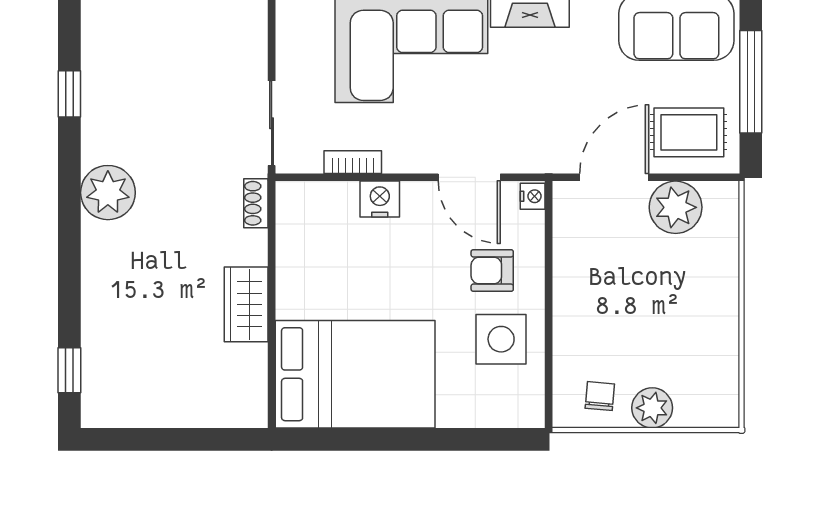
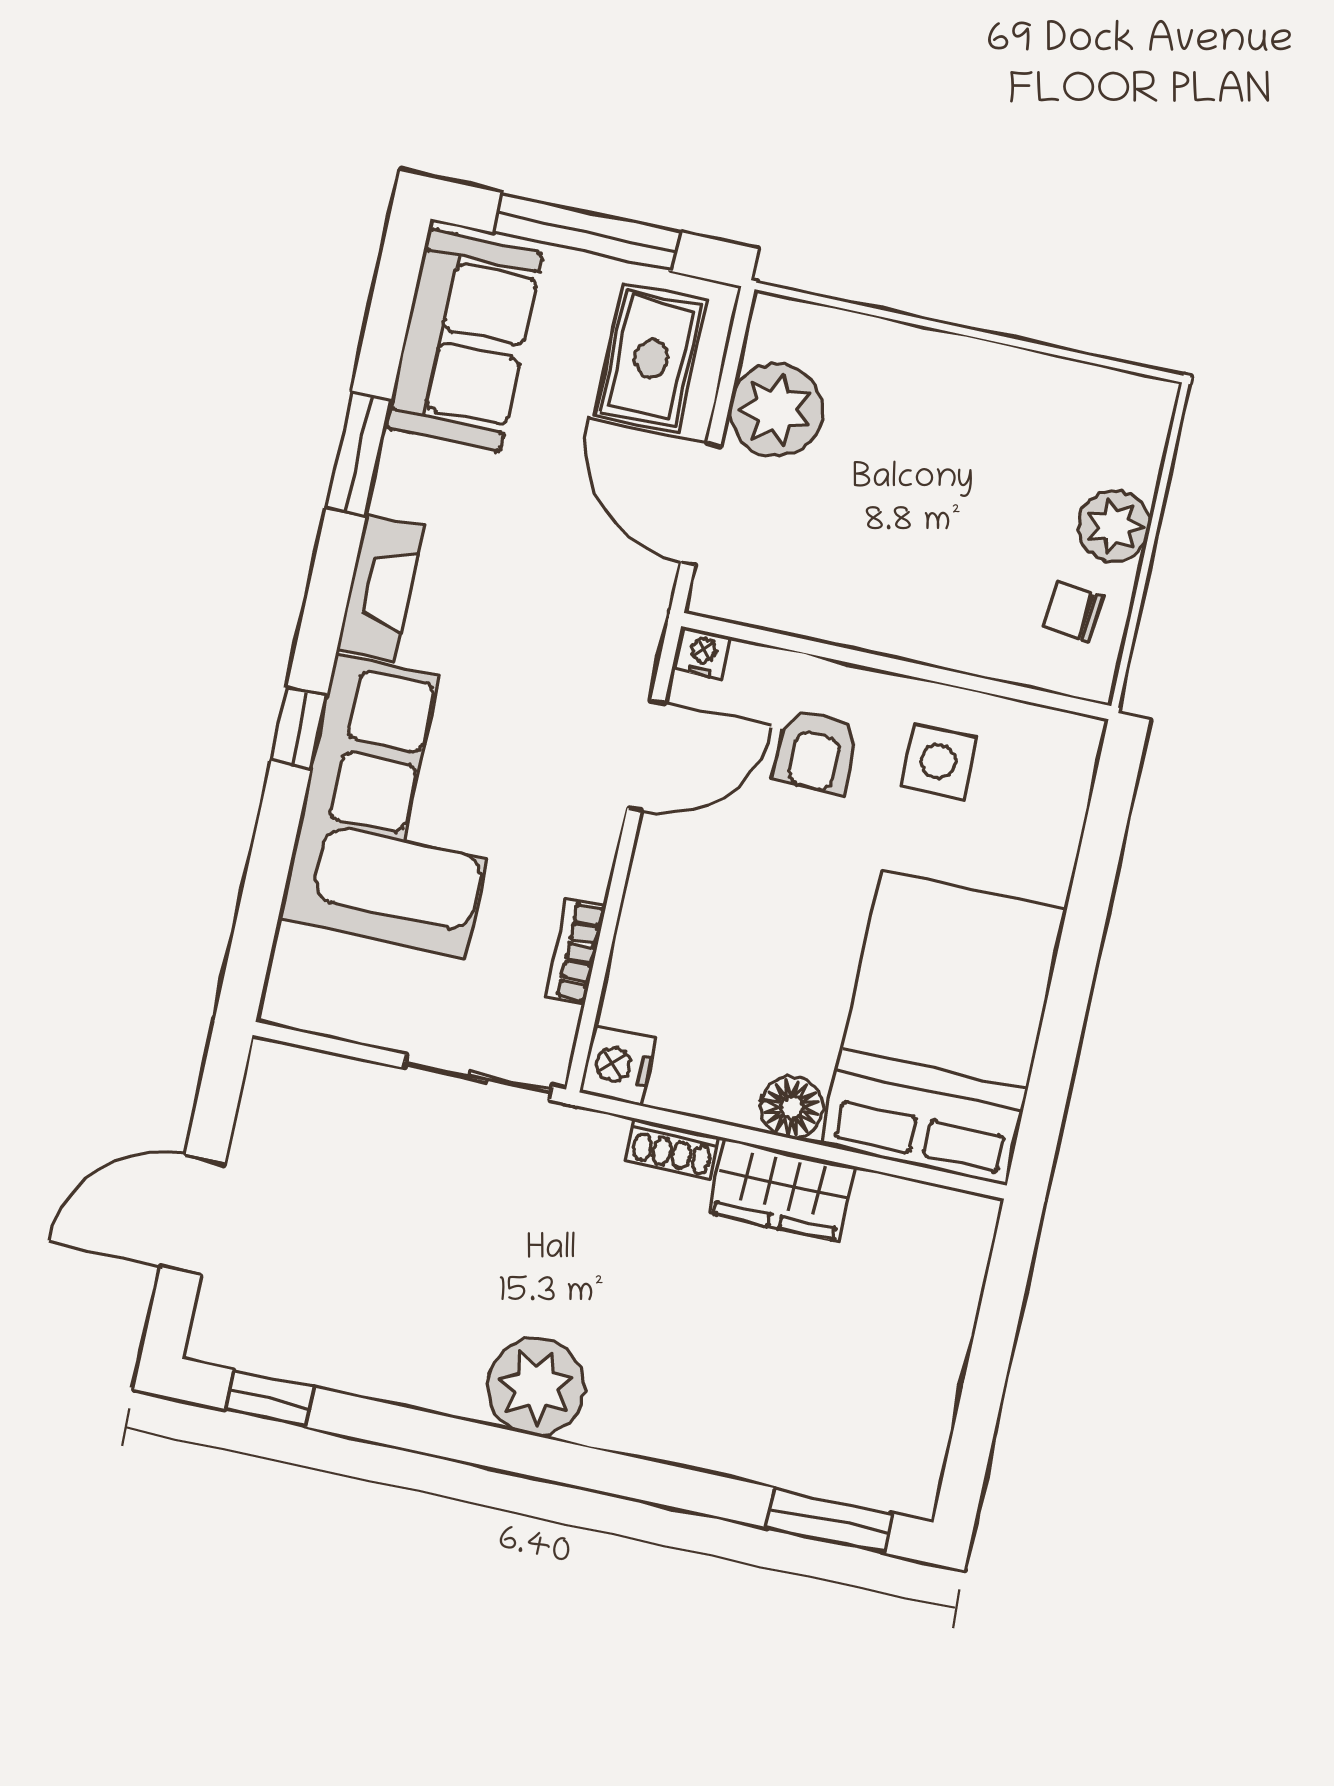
window: (69, 94) -> (269, 1398), moved
nightstand: (380, 199) -> (618, 1065), moved
shoe rack: (256, 203) -> (673, 1148), moved
floor lamp: (293, 300) -> (792, 1107), added
side table: (501, 339) -> (938, 762), width x0.73, depth x0.73
window: (69, 370) -> (829, 1520), width x1.50

